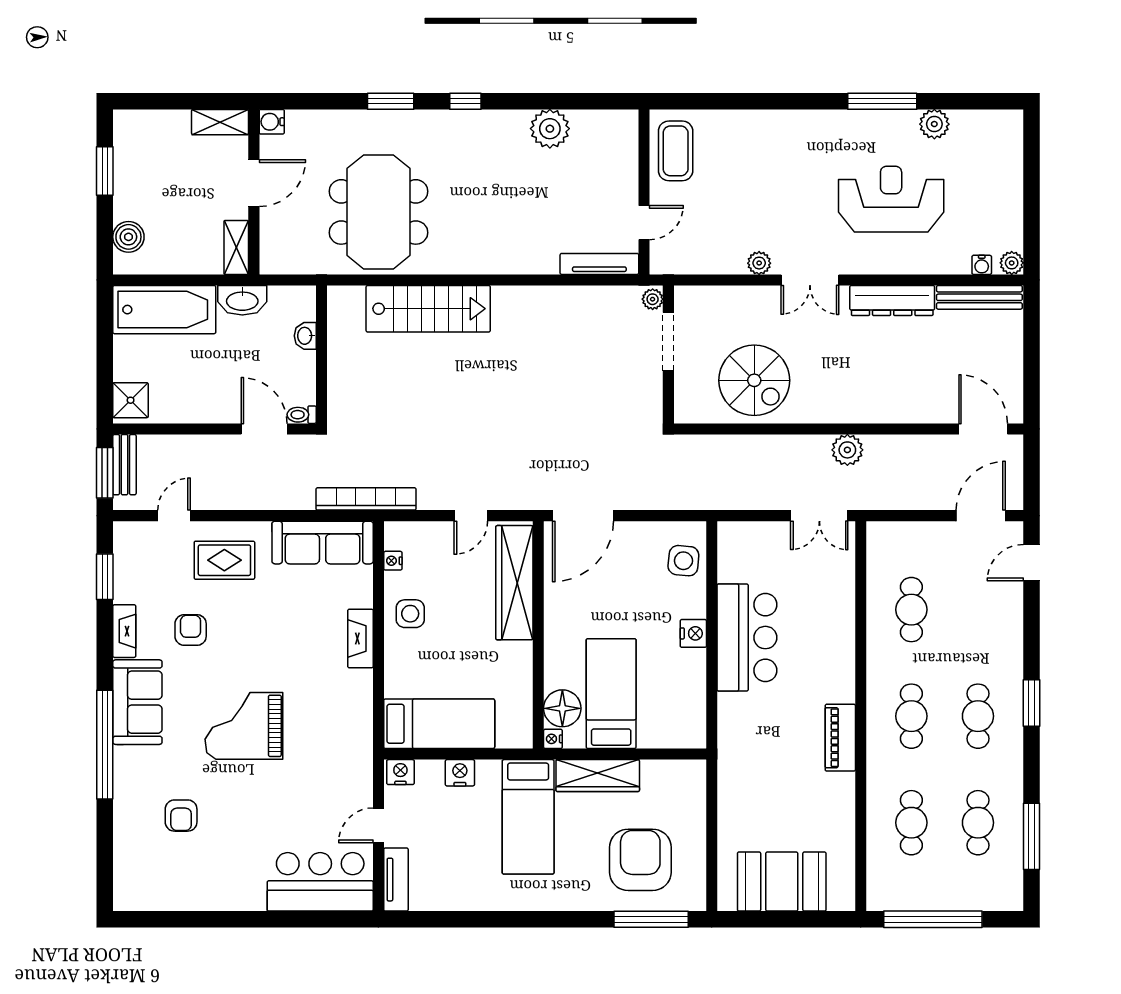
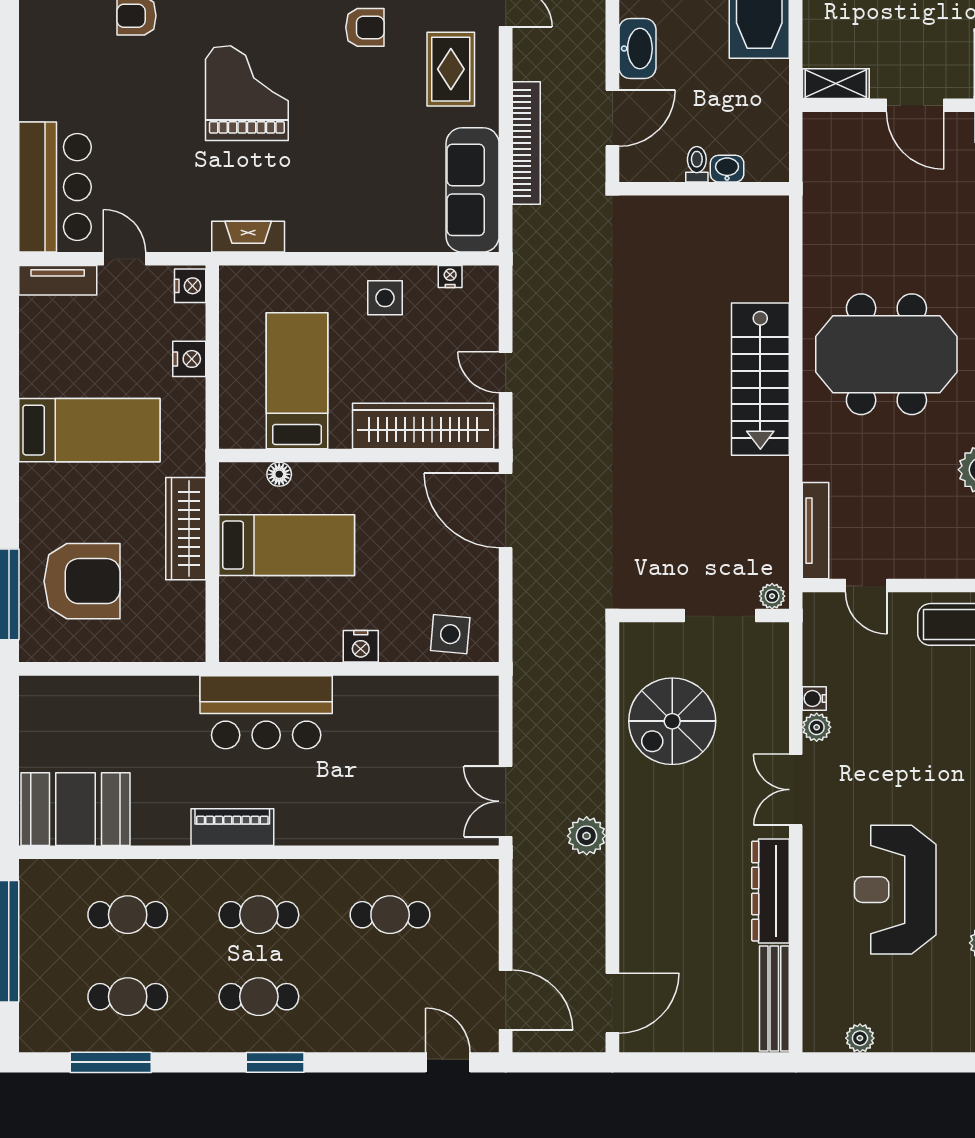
reception desk: (891, 199) -> (895, 890), turned 180
meeting table: (378, 212) -> (886, 354), moved
plant: (1012, 263) -> (860, 1038), moved
water cooler: (982, 265) -> (814, 699), moved
washbasin: (242, 300) -> (637, 49), moved, turned 180
stairs: (428, 309) -> (760, 379), moved
toilet: (302, 415) -> (697, 164), moved
bookcase: (366, 499) -> (526, 143), moved
fireplace: (360, 638) -> (248, 237), moved
bar counter: (747, 638) -> (266, 712), moved
floor lamp: (562, 708) -> (279, 474), width x0.53, depth x0.53
bed: (439, 724) -> (297, 381), moved, turned 180
nightstand: (553, 739) -> (231, 473), removed
bed: (528, 817) -> (89, 430), moved, turned 180
booth: (782, 882) -> (75, 809), moved, turned 90

